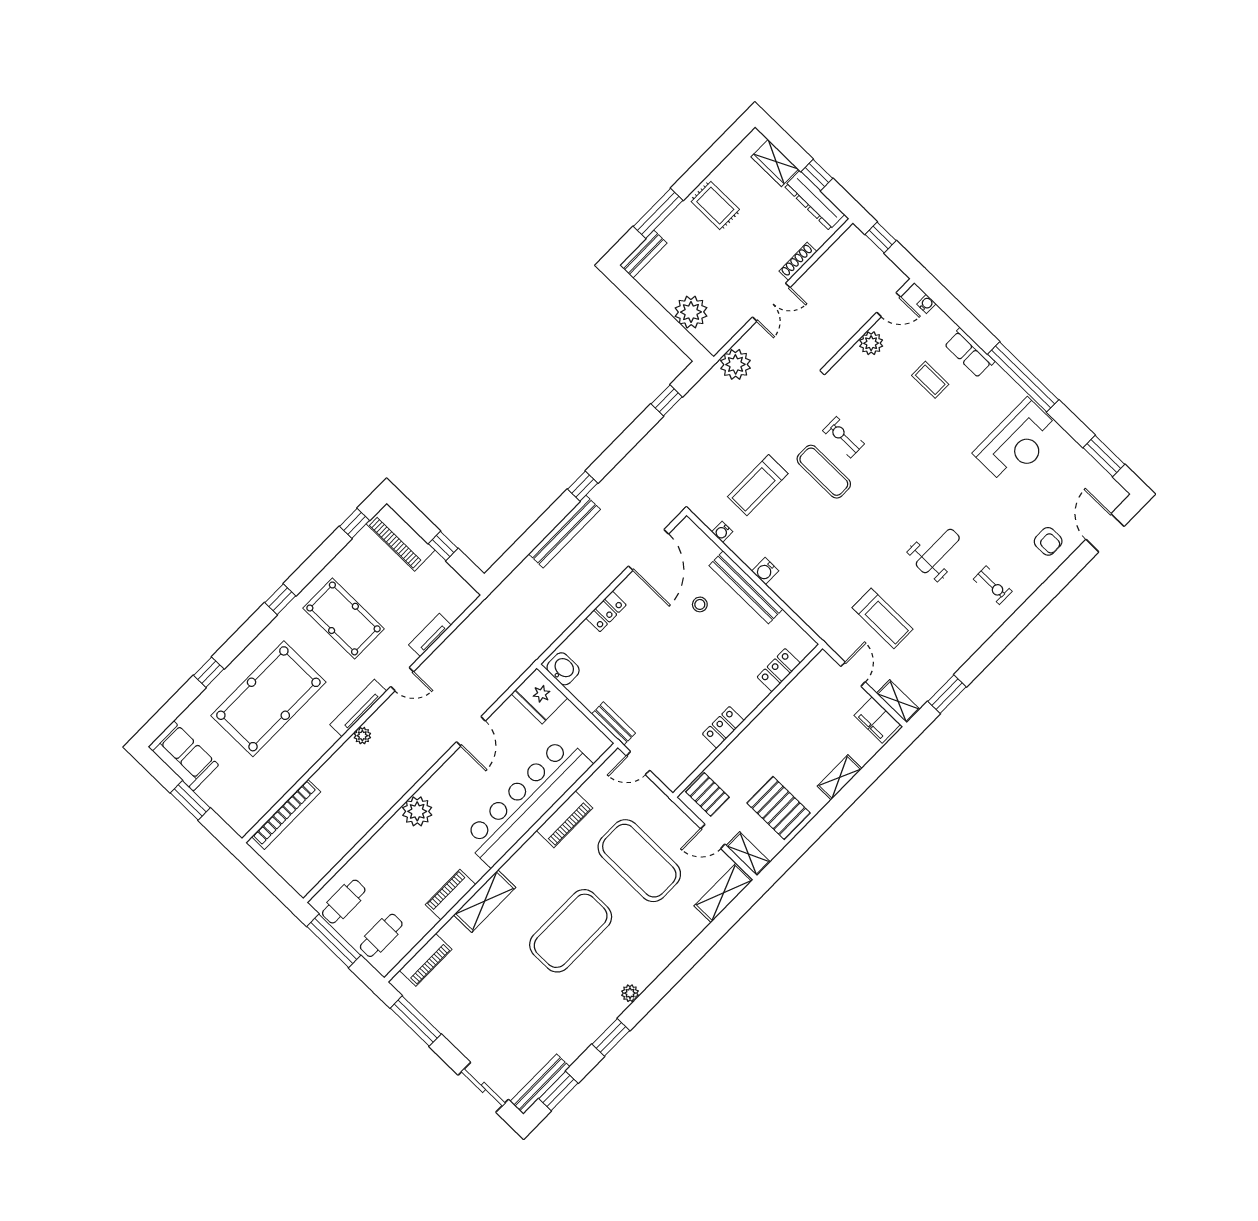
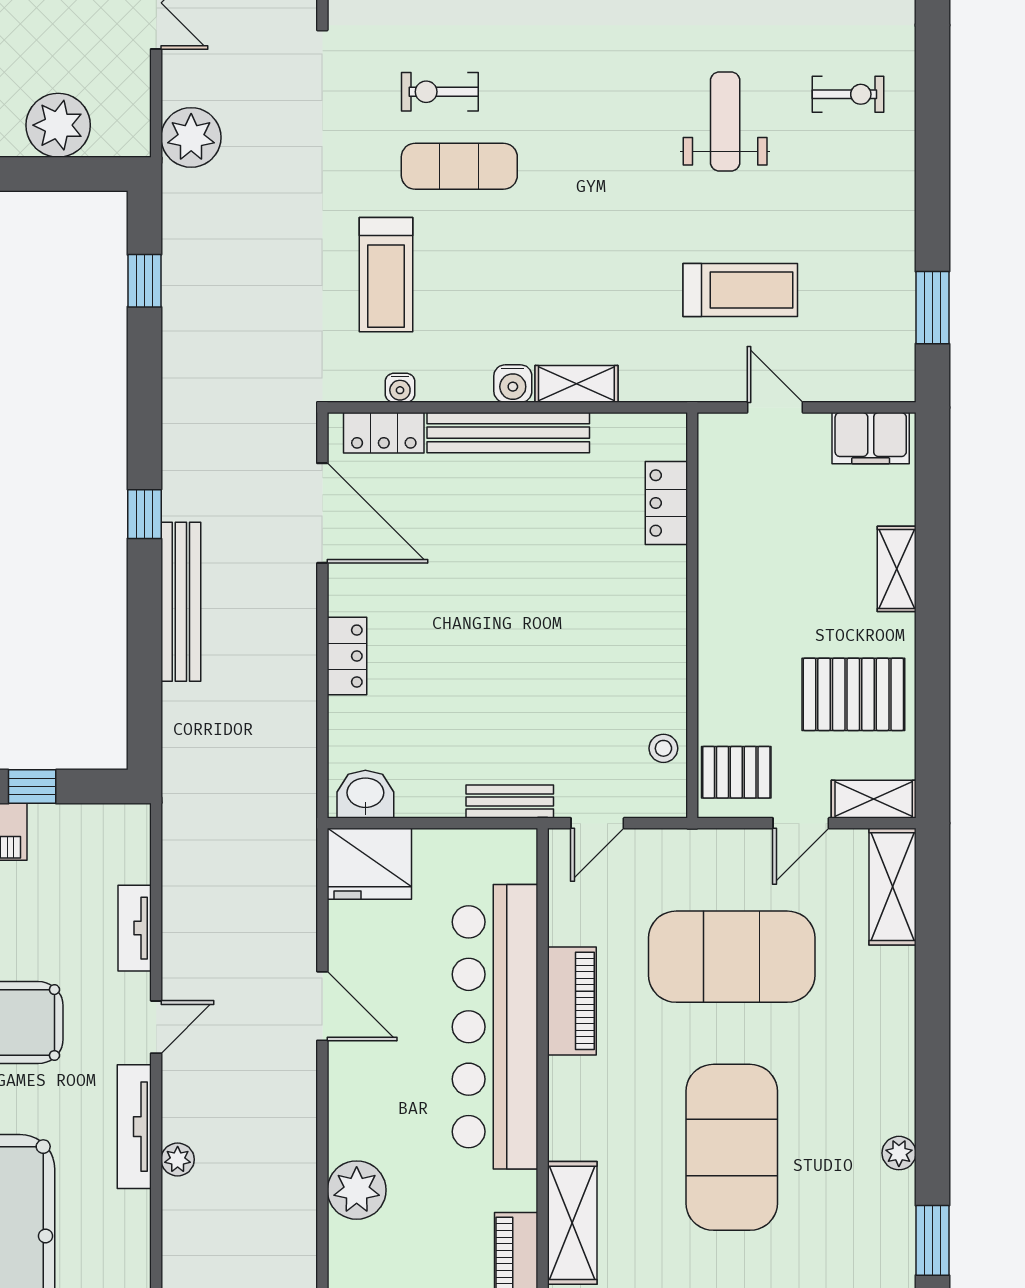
stool: (700, 604) -> (663, 748), moved
shelving: (898, 701) -> (576, 384), moved
locker: (723, 727) -> (384, 433), moved, turned -90

